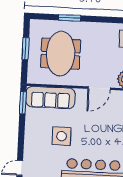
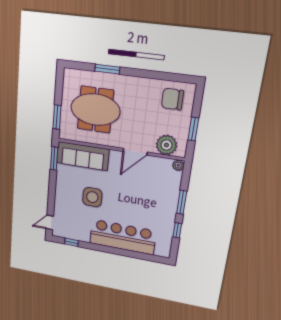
window: (25, 49) -> (57, 117), moved
meeting table: (61, 54) -> (95, 110), turned 90

